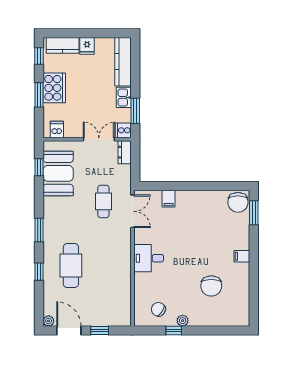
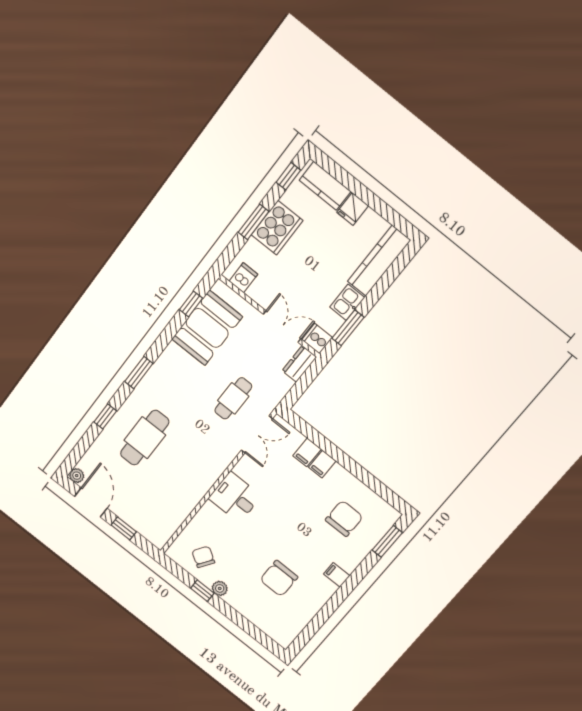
filing cabinet: (182, 198) -> (322, 464), added
chair: (238, 202) -> (344, 518), moved, turned 180

